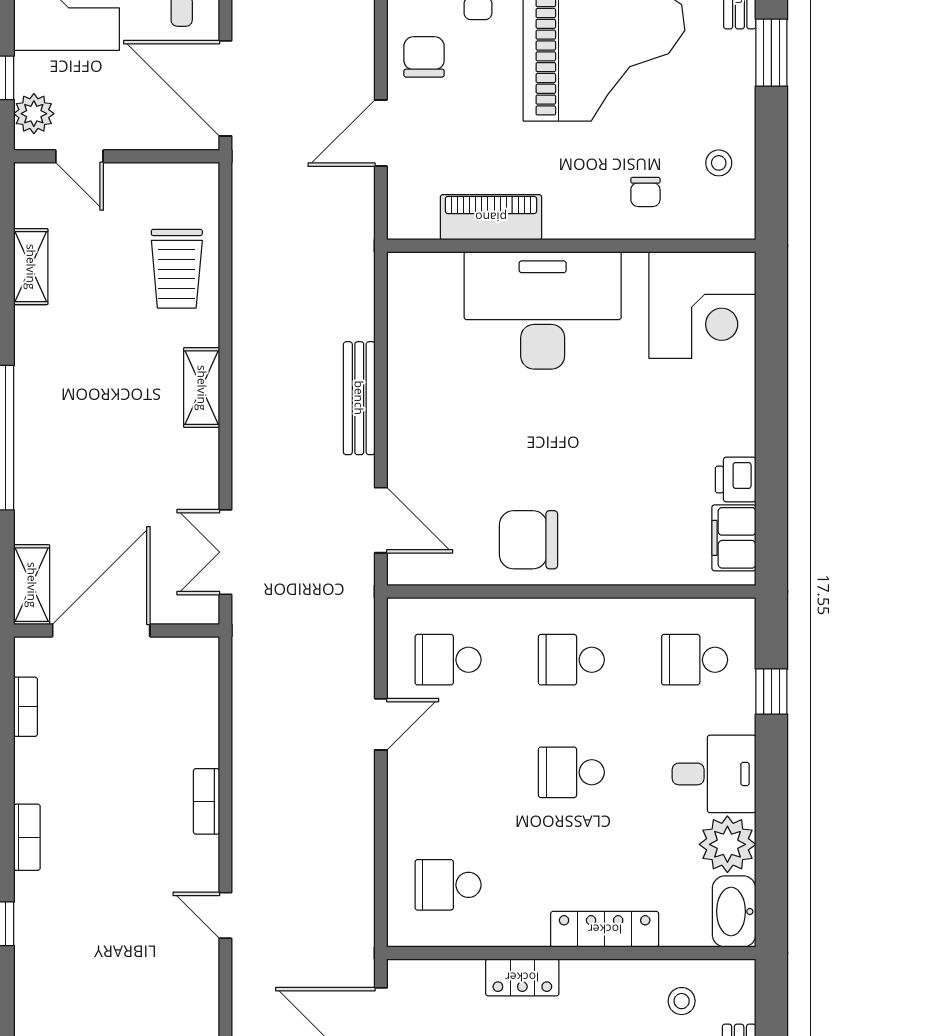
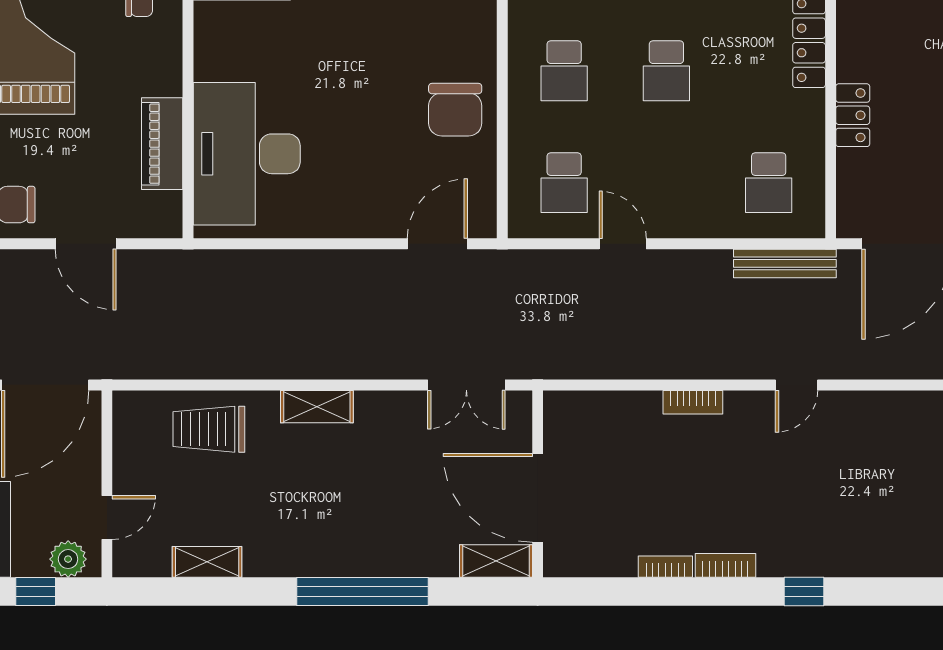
trolley: (177, 269) -> (209, 429), turned 180
desk: (543, 310) -> (247, 154), moved
bench: (359, 398) -> (785, 263), moved
bookcase: (25, 707) -> (665, 567), moved

